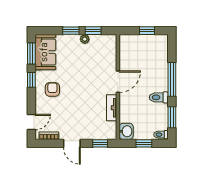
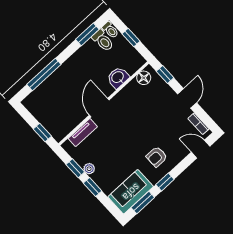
window: (147, 31) -> (42, 133), moved
window: (172, 79) -> (44, 74), moved
door: (118, 82) -> (99, 108), hinge flipped
toilet: (159, 97) -> (103, 41), moved
tv unit: (112, 108) -> (83, 133), moved
floor lamp: (111, 128) -> (144, 78), added
washbasin: (126, 131) -> (118, 77), moved

